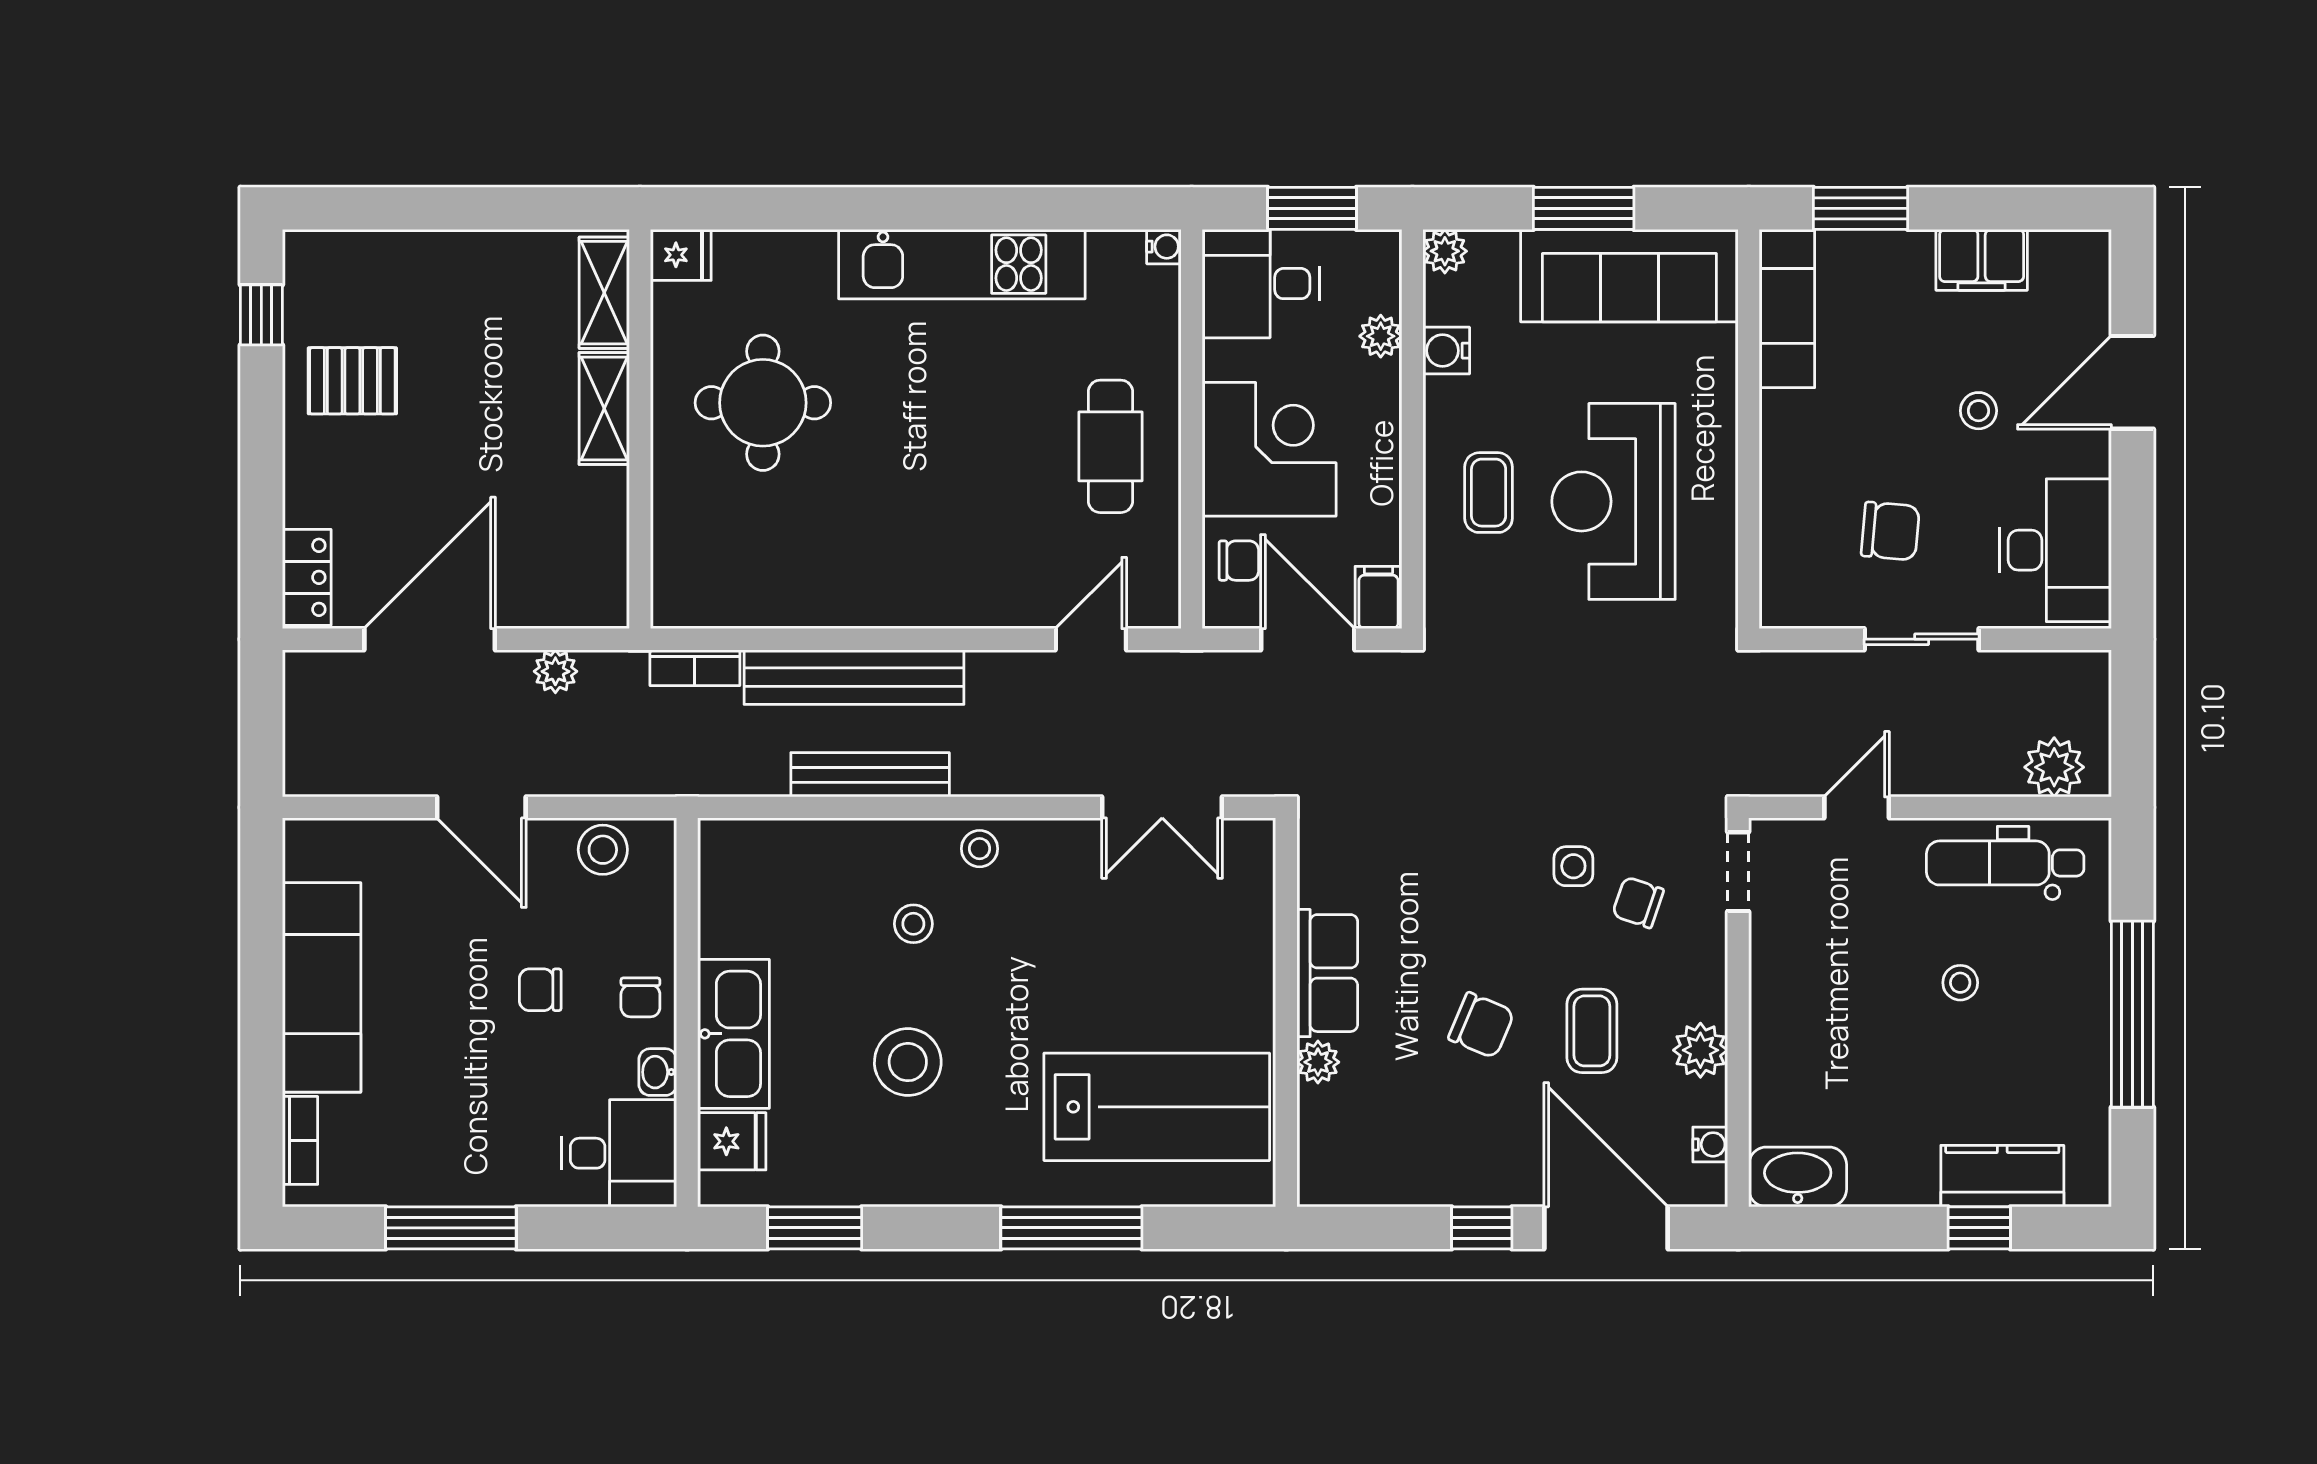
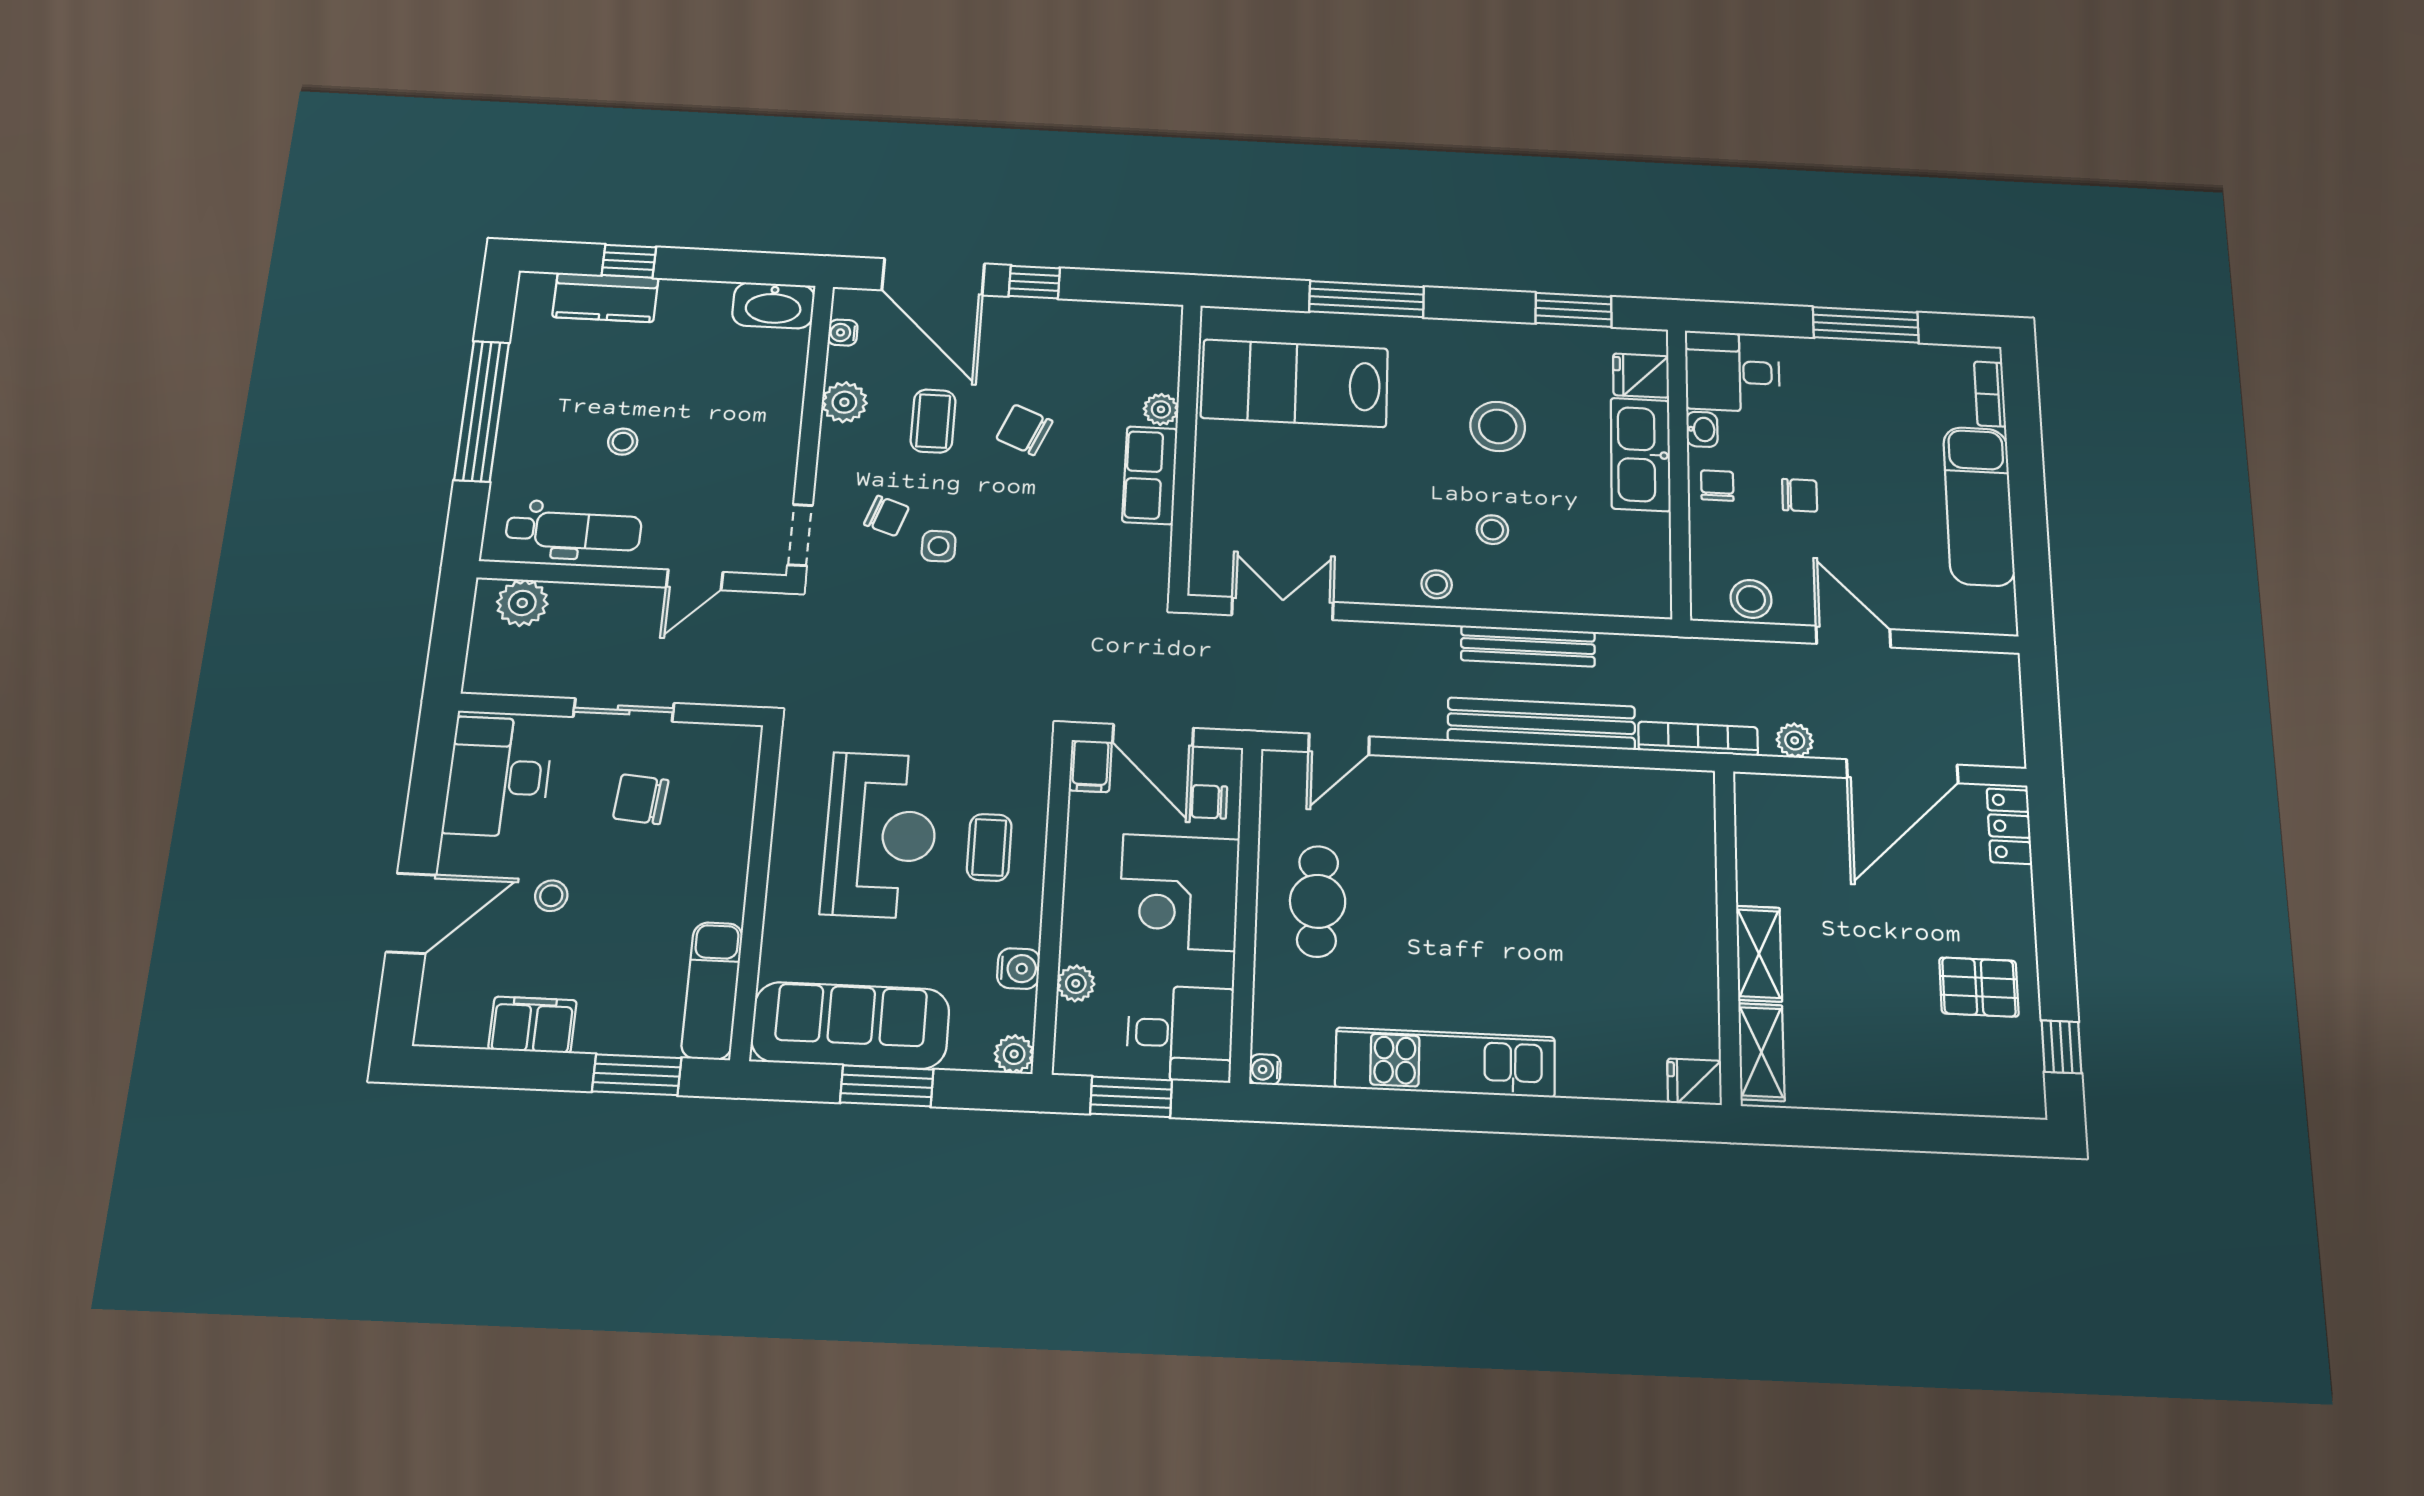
round table: (763, 403) -> (1621, 952), removed
bookcase: (695, 668) -> (1698, 739), width x1.56

